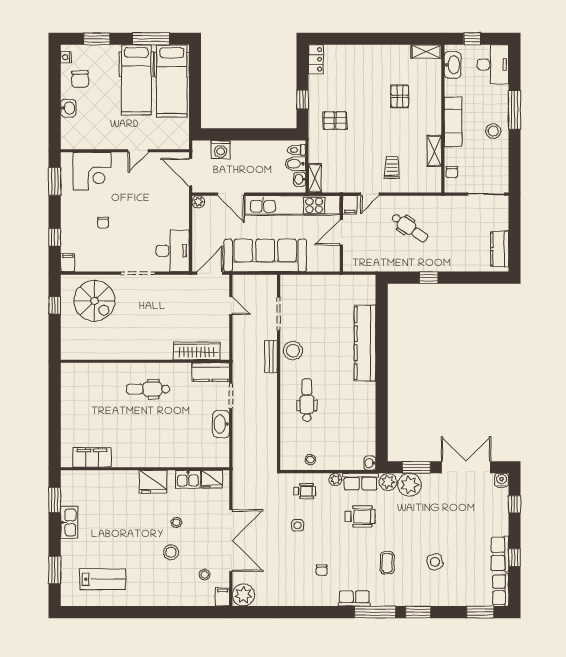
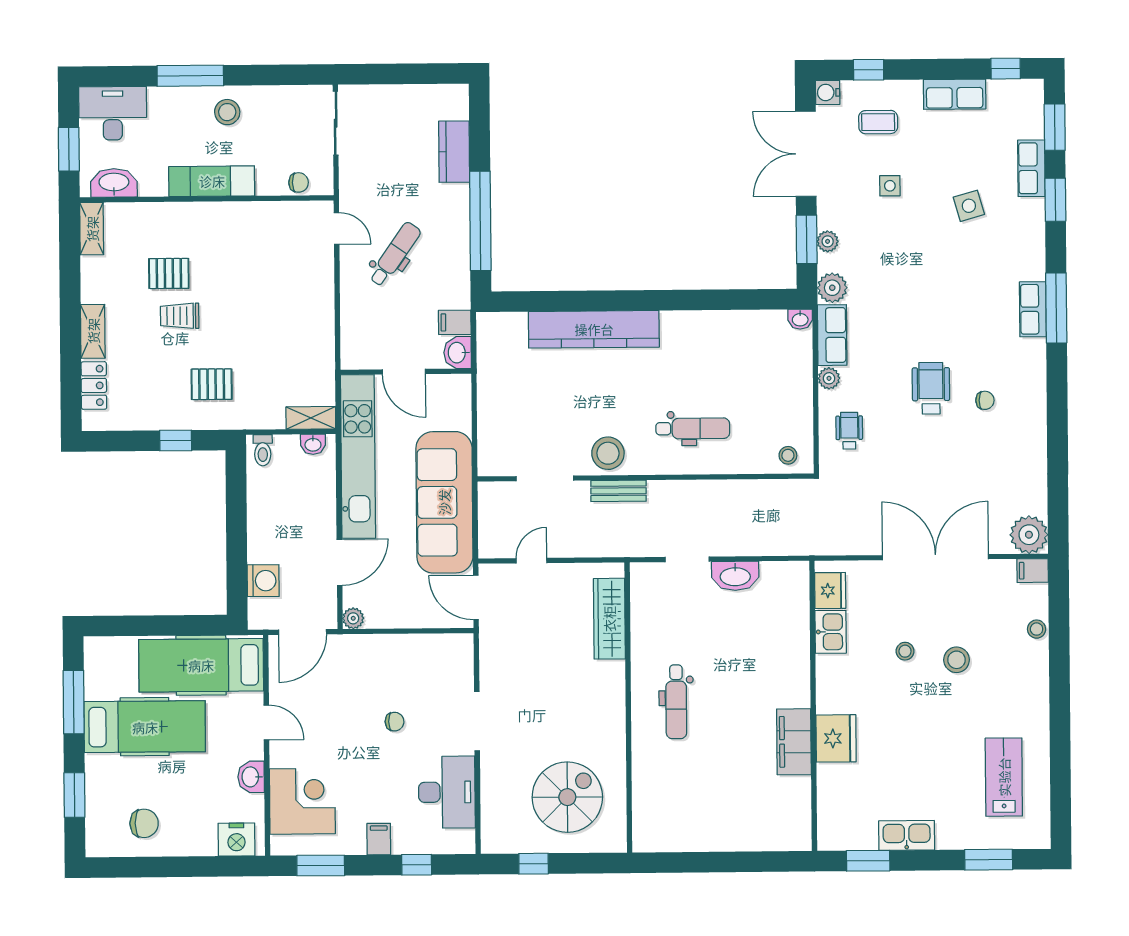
window: (472, 39) -> (69, 149), width x1.50
nightstand: (66, 57) -> (236, 840), moved, width x1.89, depth x1.79
locker: (316, 59) -> (94, 385), moved, turned 90
hospital bed: (172, 81) -> (201, 665), moved, turned 180
washbasin: (68, 108) -> (251, 777), moved, turned -90
pallet: (335, 121) -> (212, 384), turned 90
shelving: (434, 151) -> (93, 331), moved, turned 90
bidet: (295, 164) -> (286, 452), removed
trolley: (392, 167) -> (180, 316), moved
door: (370, 194) -> (337, 229), moved
filing cabinet: (350, 205) -> (455, 322), moved, turned 180
chair: (103, 223) -> (395, 722), moved
kitchen counter: (500, 249) -> (454, 152), moved, turned 90
desk: (173, 251) -> (447, 792), moved, turned 90
filing cabinet: (68, 263) -> (379, 839), moved, turned 90
washbasin: (352, 264) -> (458, 353), added
window: (429, 278) -> (480, 221), width x3.17
spiral stairs: (94, 301) -> (567, 797), moved
kitchen counter: (211, 372) -> (646, 594), removed
dental chair: (307, 400) -> (693, 428), turned 180
filing cabinet: (92, 457) -> (794, 742), moved
stool: (310, 460) -> (788, 455), moved
fridge: (153, 482) -> (836, 738), moved
plant: (410, 485) -> (828, 241), width x0.53, depth x0.53
wheelchair: (360, 516) -> (931, 388), moved
side table: (297, 525) -> (890, 186), moved
window: (515, 558) -> (1006, 69), moved
coffee table: (387, 563) -> (878, 122), moved
stool: (205, 575) -> (1037, 629), moved
row of seats: (501, 590) -> (1031, 168), moved, turned 90
row of seats: (354, 598) -> (1033, 309), moved
window: (418, 612) -> (1055, 200), moved

